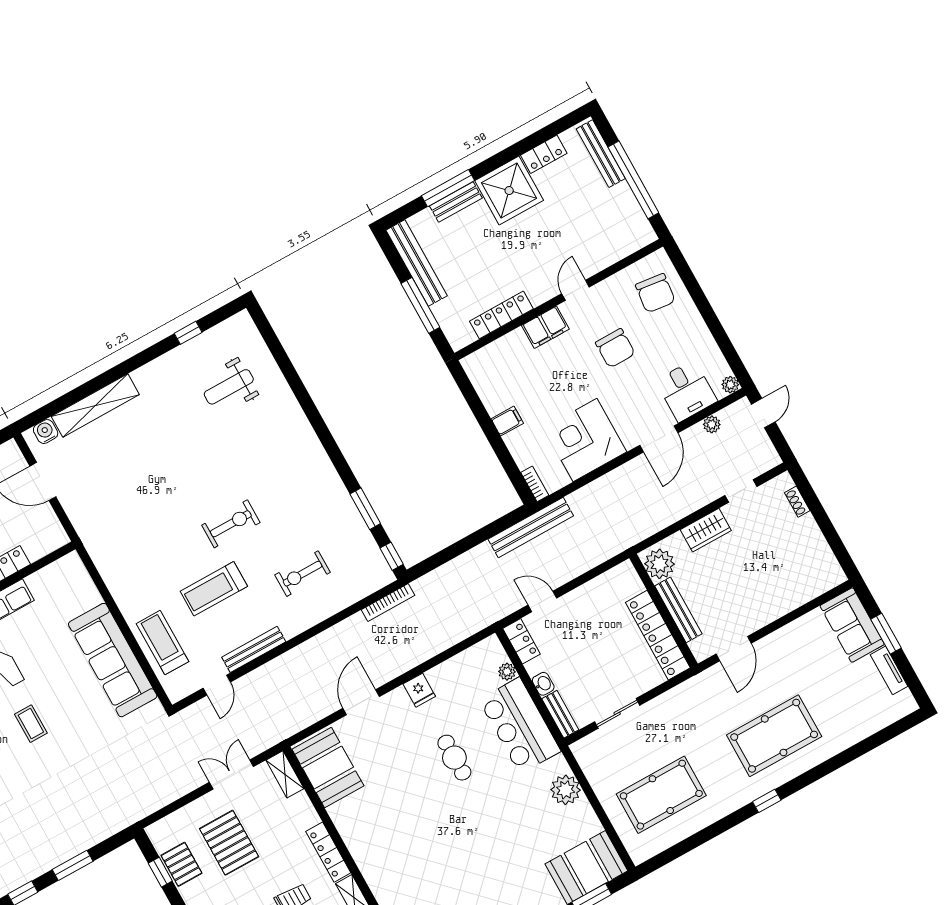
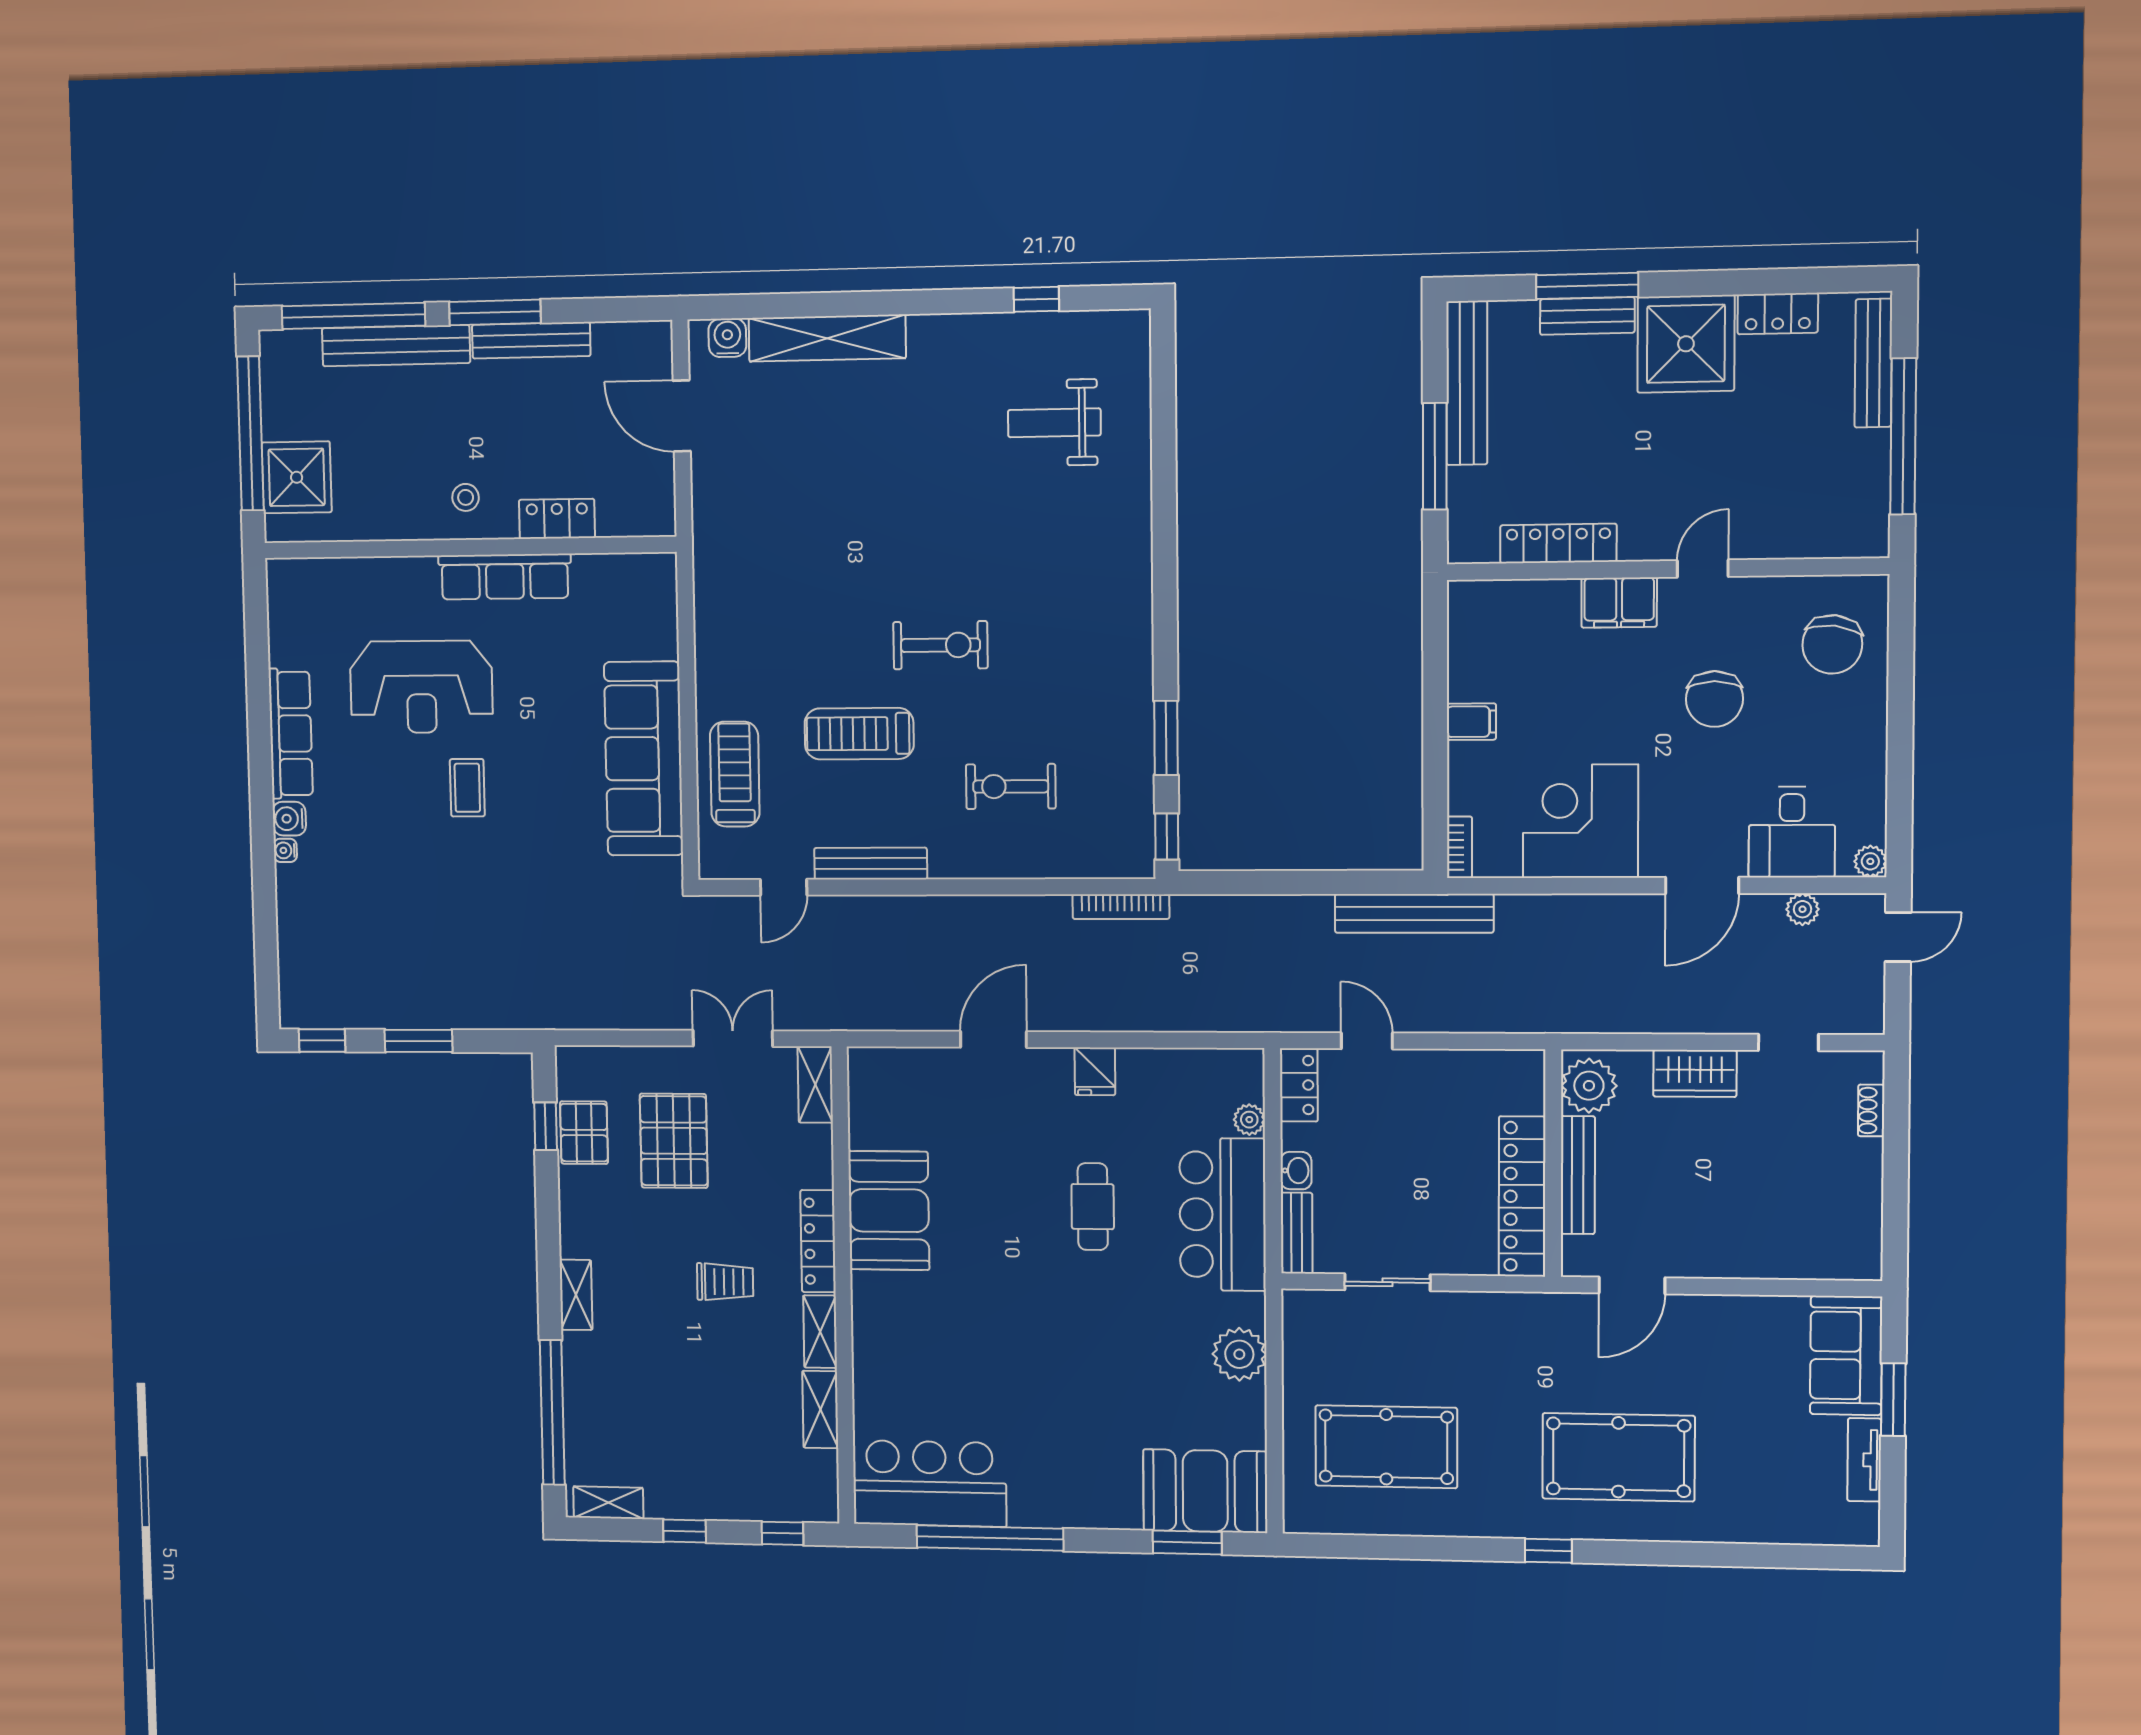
booth: (328, 768) -> (889, 1211), moved

